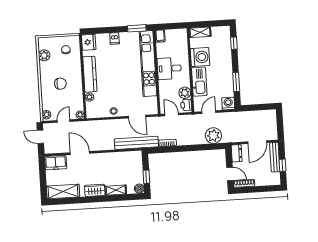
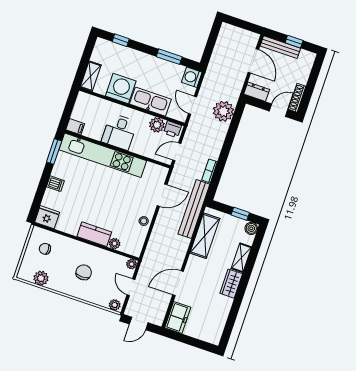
kitchen counter: (90, 74) -> (94, 234), width x0.67
shelving: (63, 192) -> (205, 236), moved

